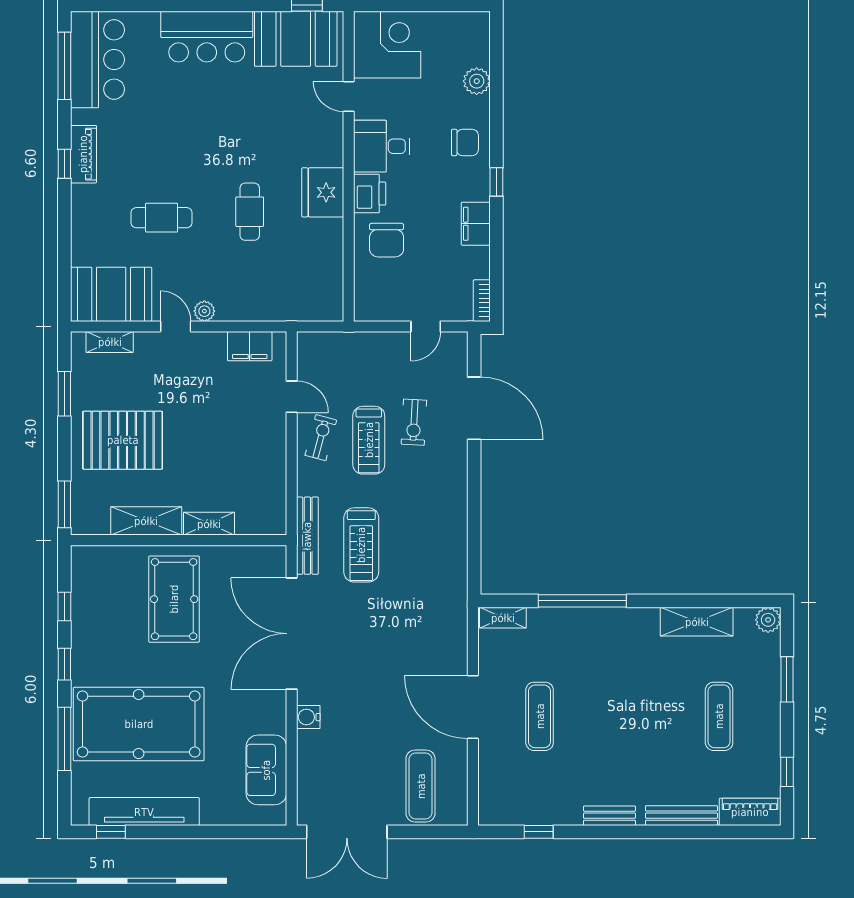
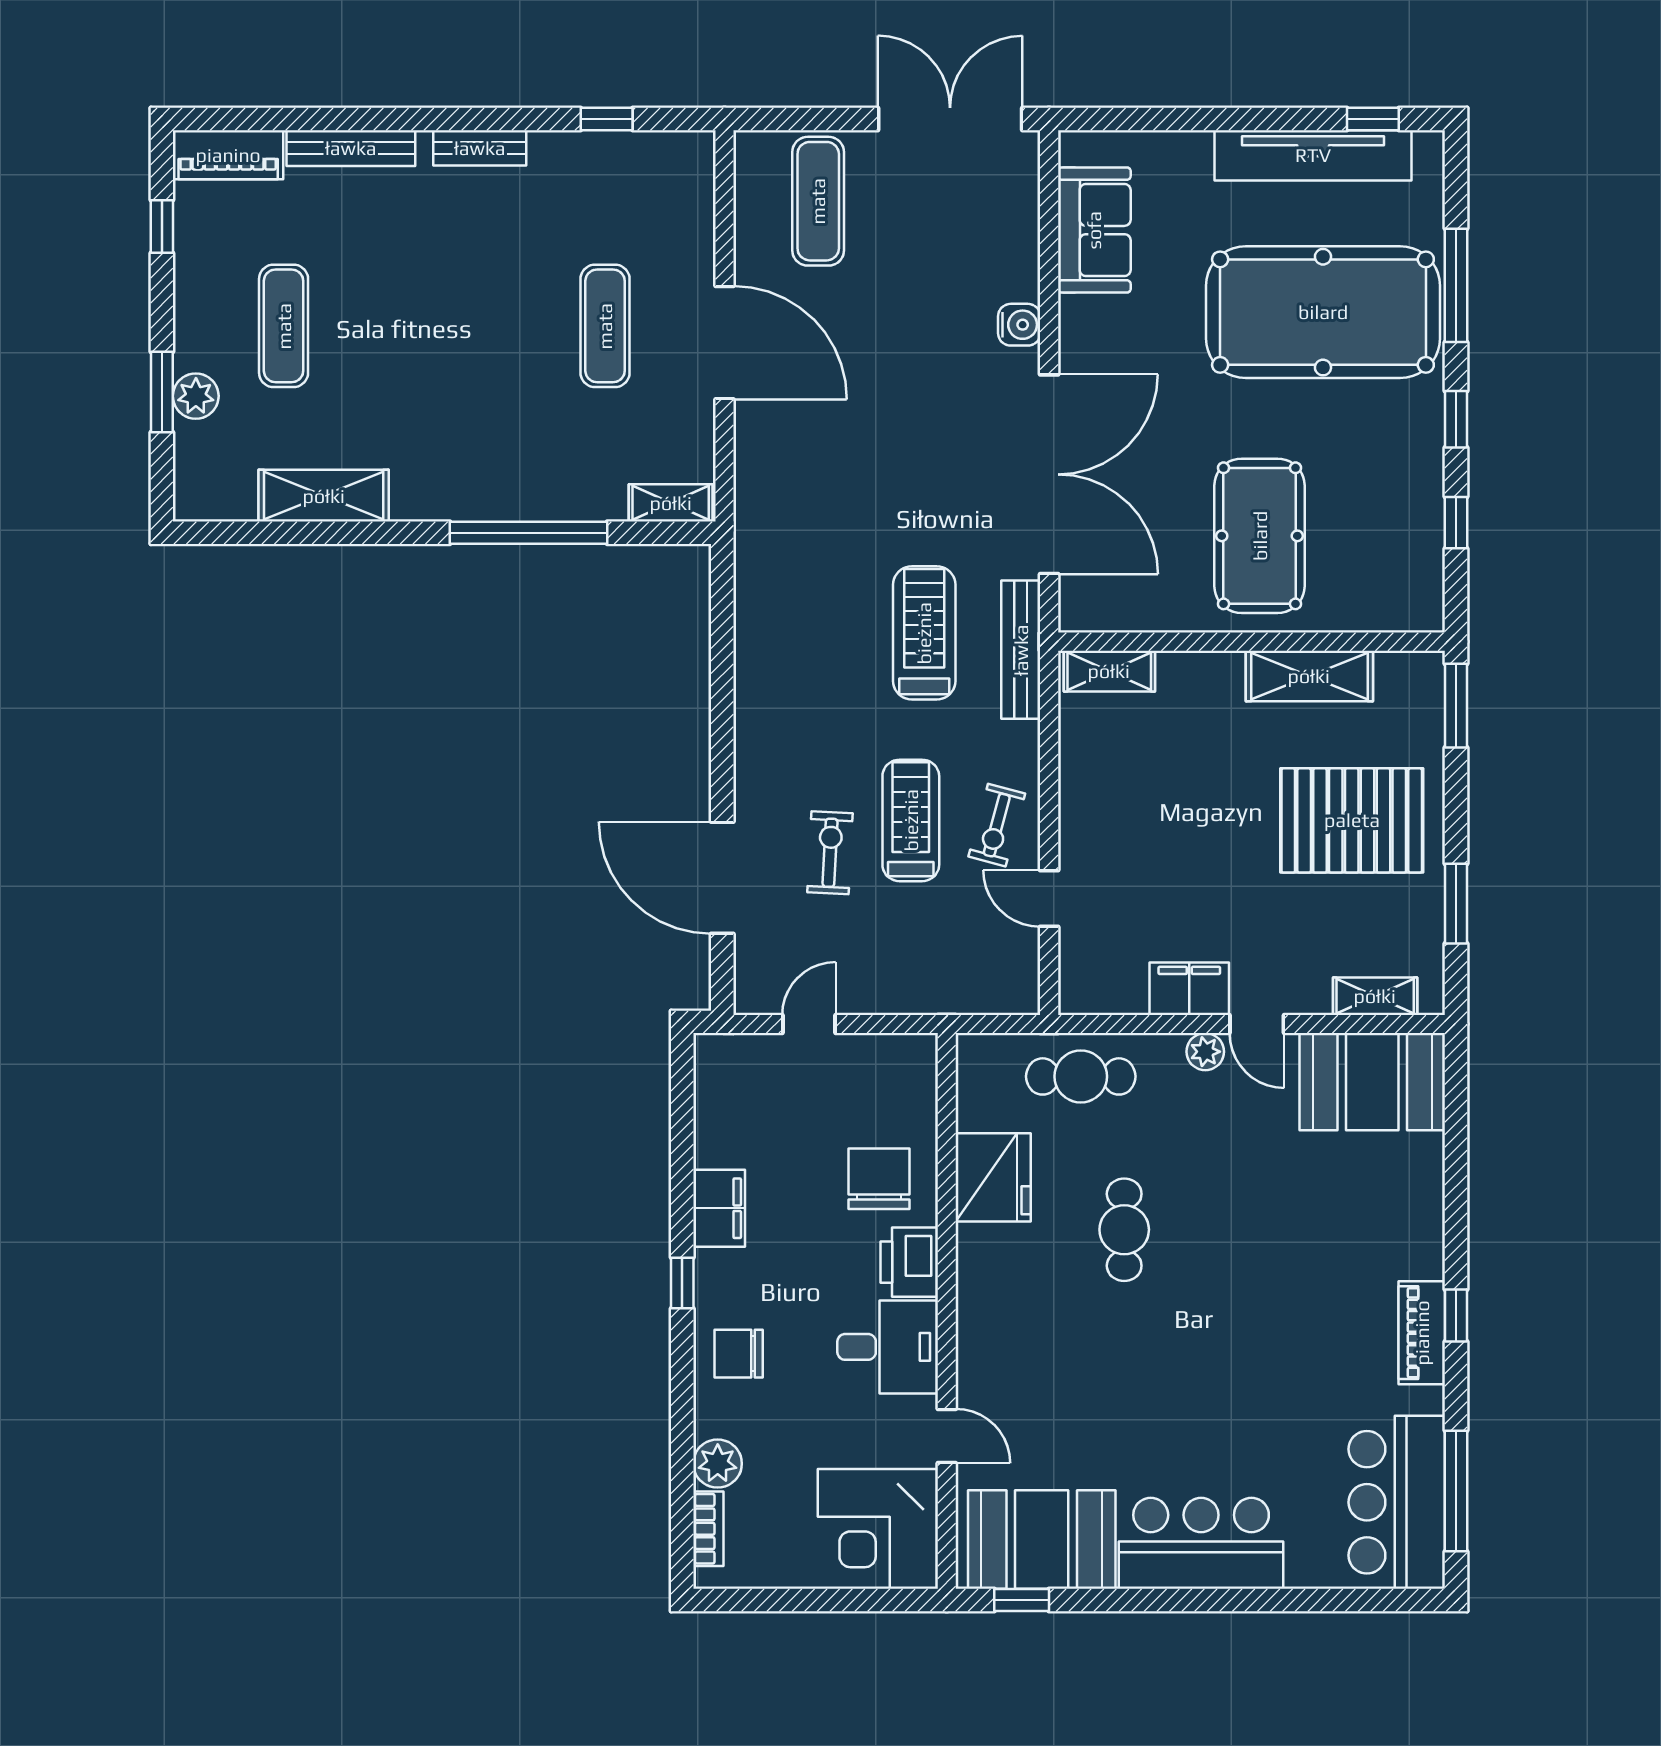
fridge: (323, 192) -> (993, 1177), moved
cafe table: (162, 218) -> (1081, 1076), moved
bookcase: (482, 301) -> (708, 1529), moved
filing cabinet: (250, 346) -> (1189, 989), moved
shelving: (209, 524) -> (1109, 671), moved
plant: (768, 620) -> (196, 396), moved

